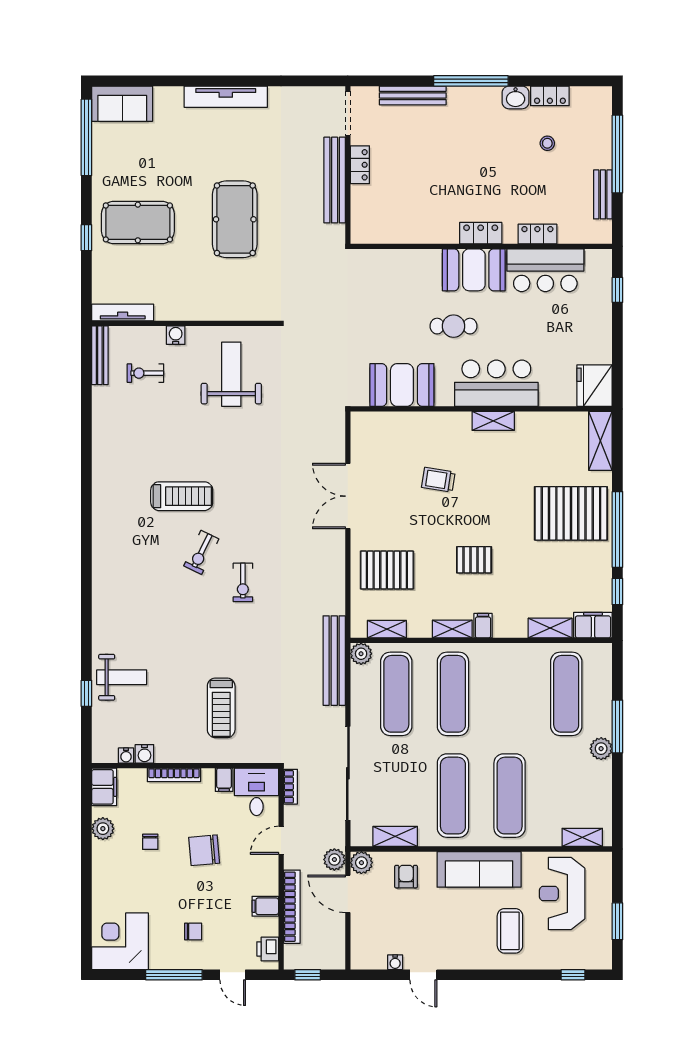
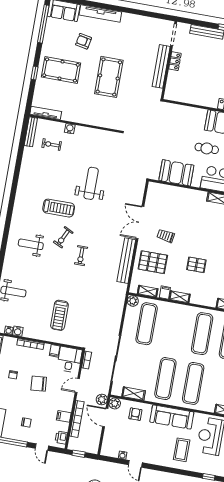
tv unit: (226, 97) -> (100, 13), moved
armchair: (172, 158) -> (84, 41), added
weight bench: (231, 374) -> (91, 183), moved
trolley: (438, 480) -> (166, 236), moved
weight bench: (139, 578) -> (31, 244), added
filing cabinet: (483, 626) -> (165, 292), moved
bench: (334, 661) -> (126, 261), moved
exercise mat: (453, 694) -> (202, 334), moved

